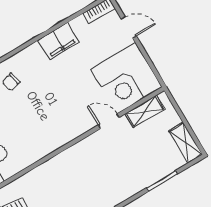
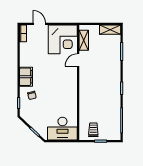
door: (129, 27) -> (39, 24), hinge flipped
filing cabinet: (59, 41) -> (26, 77), moved

